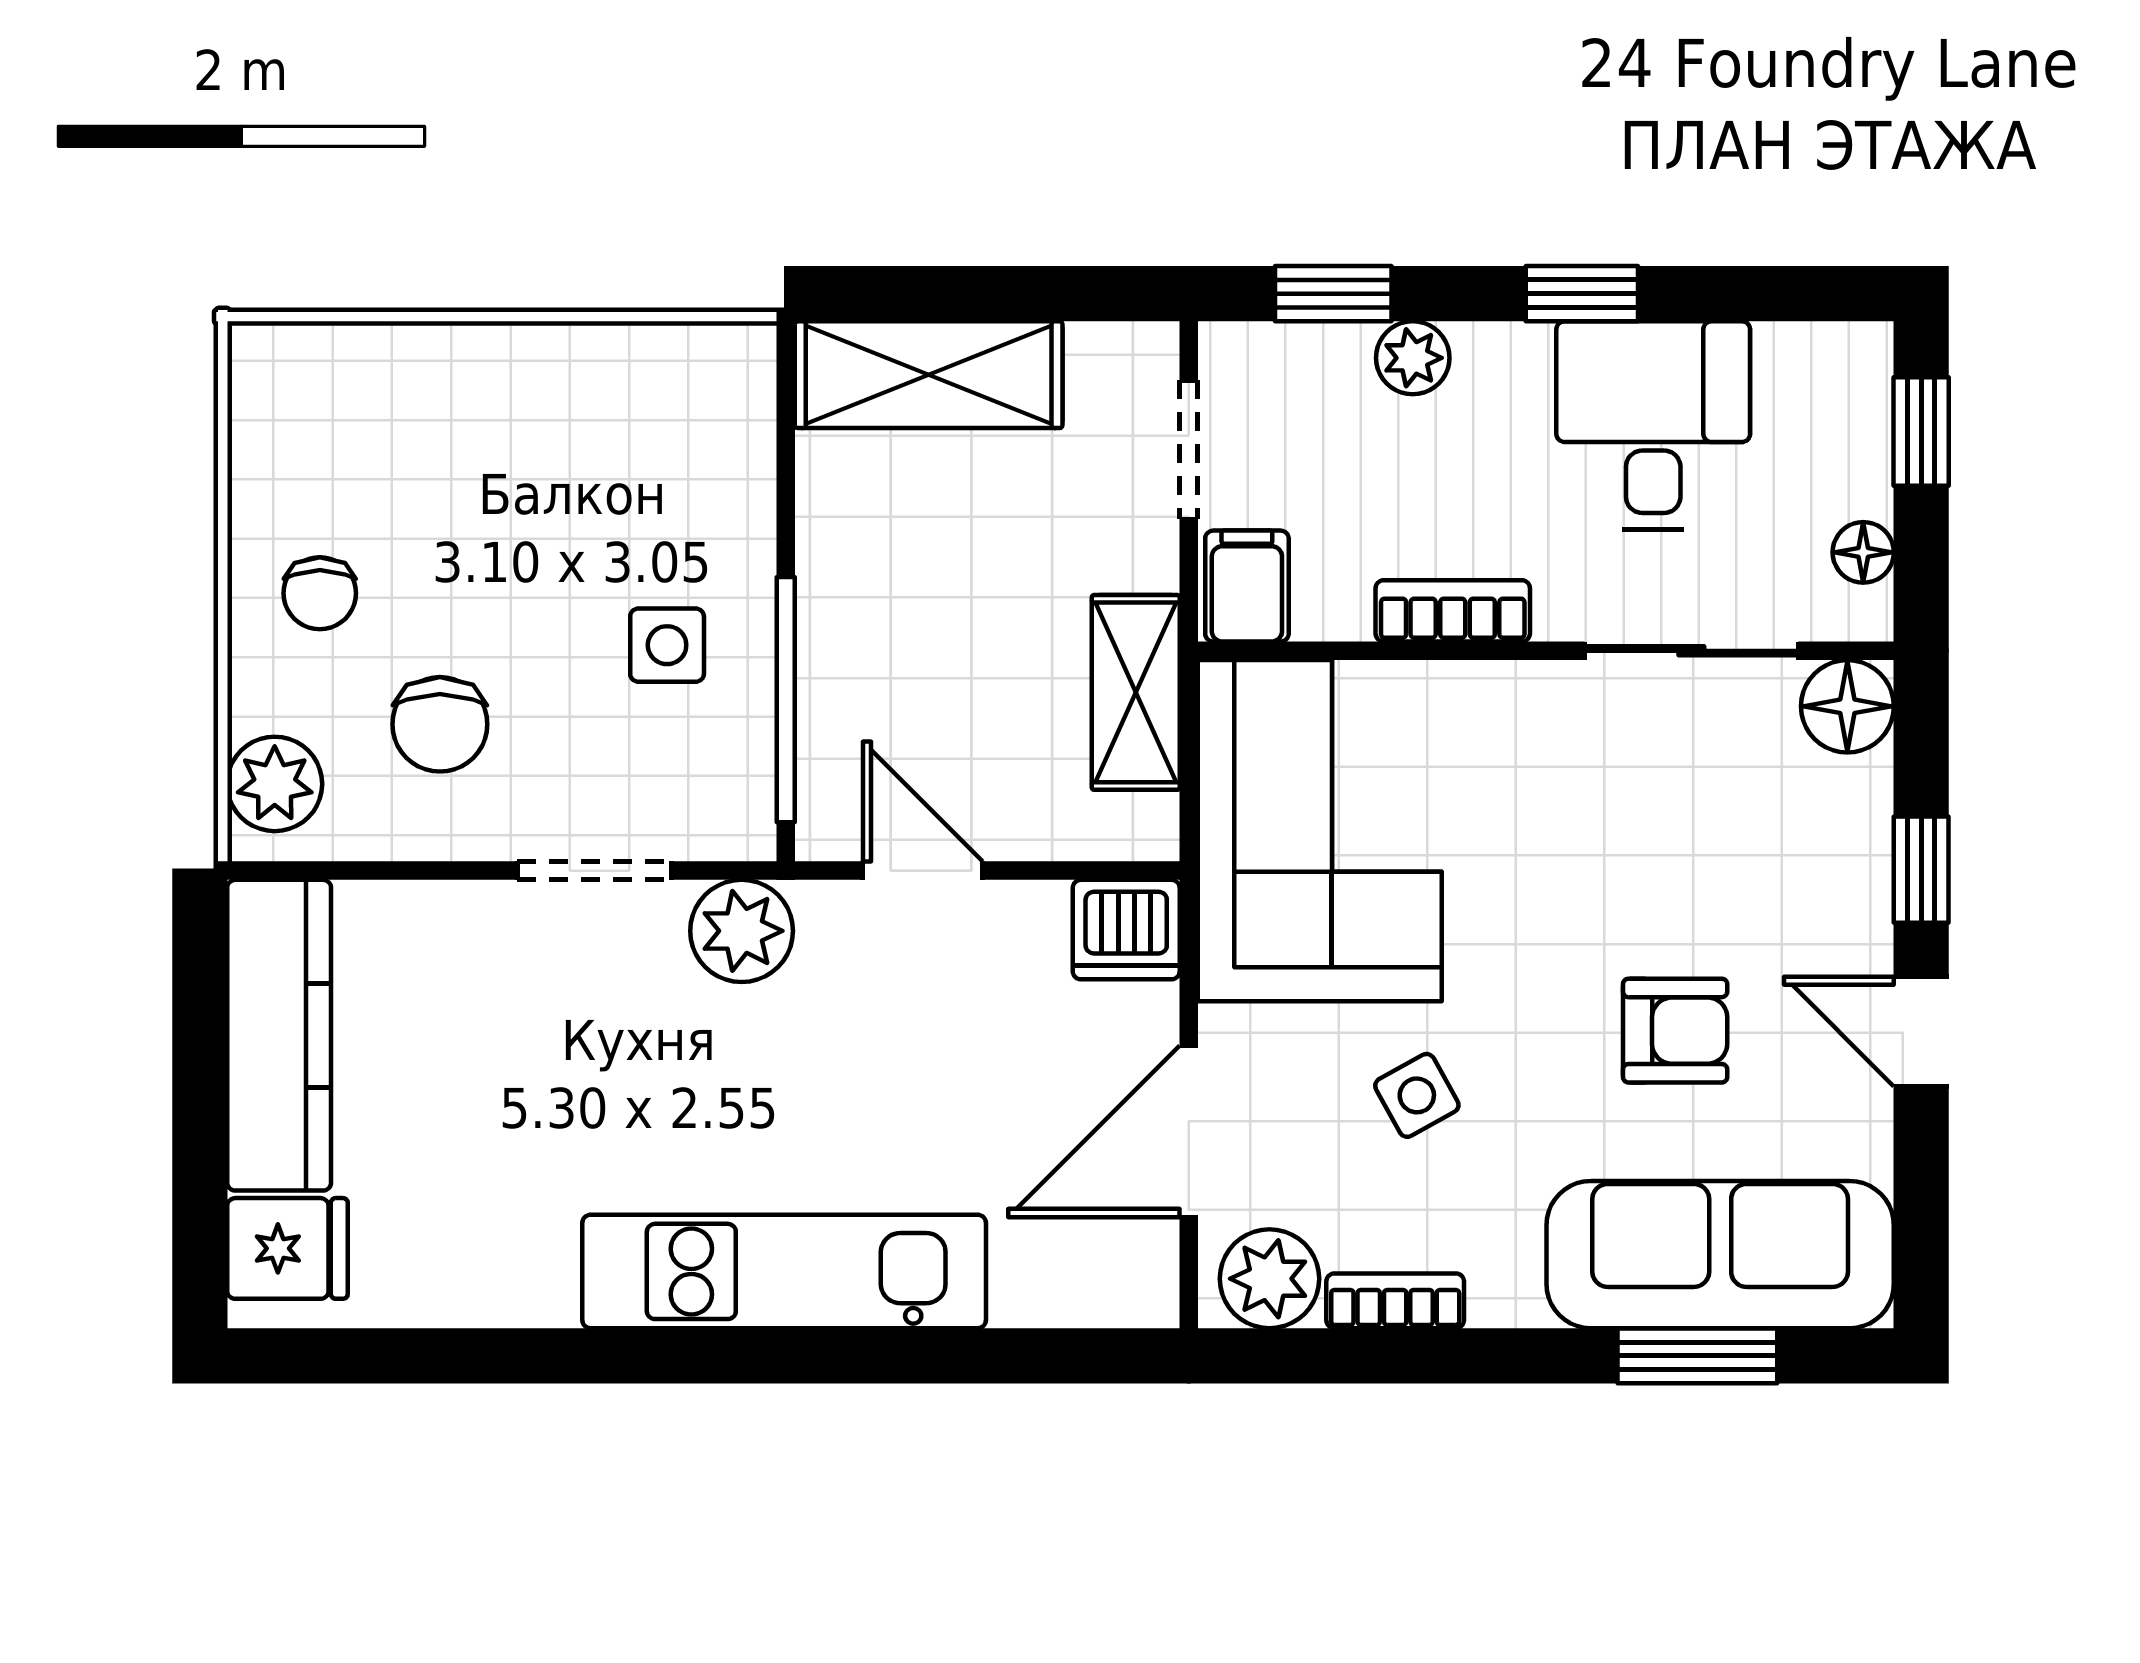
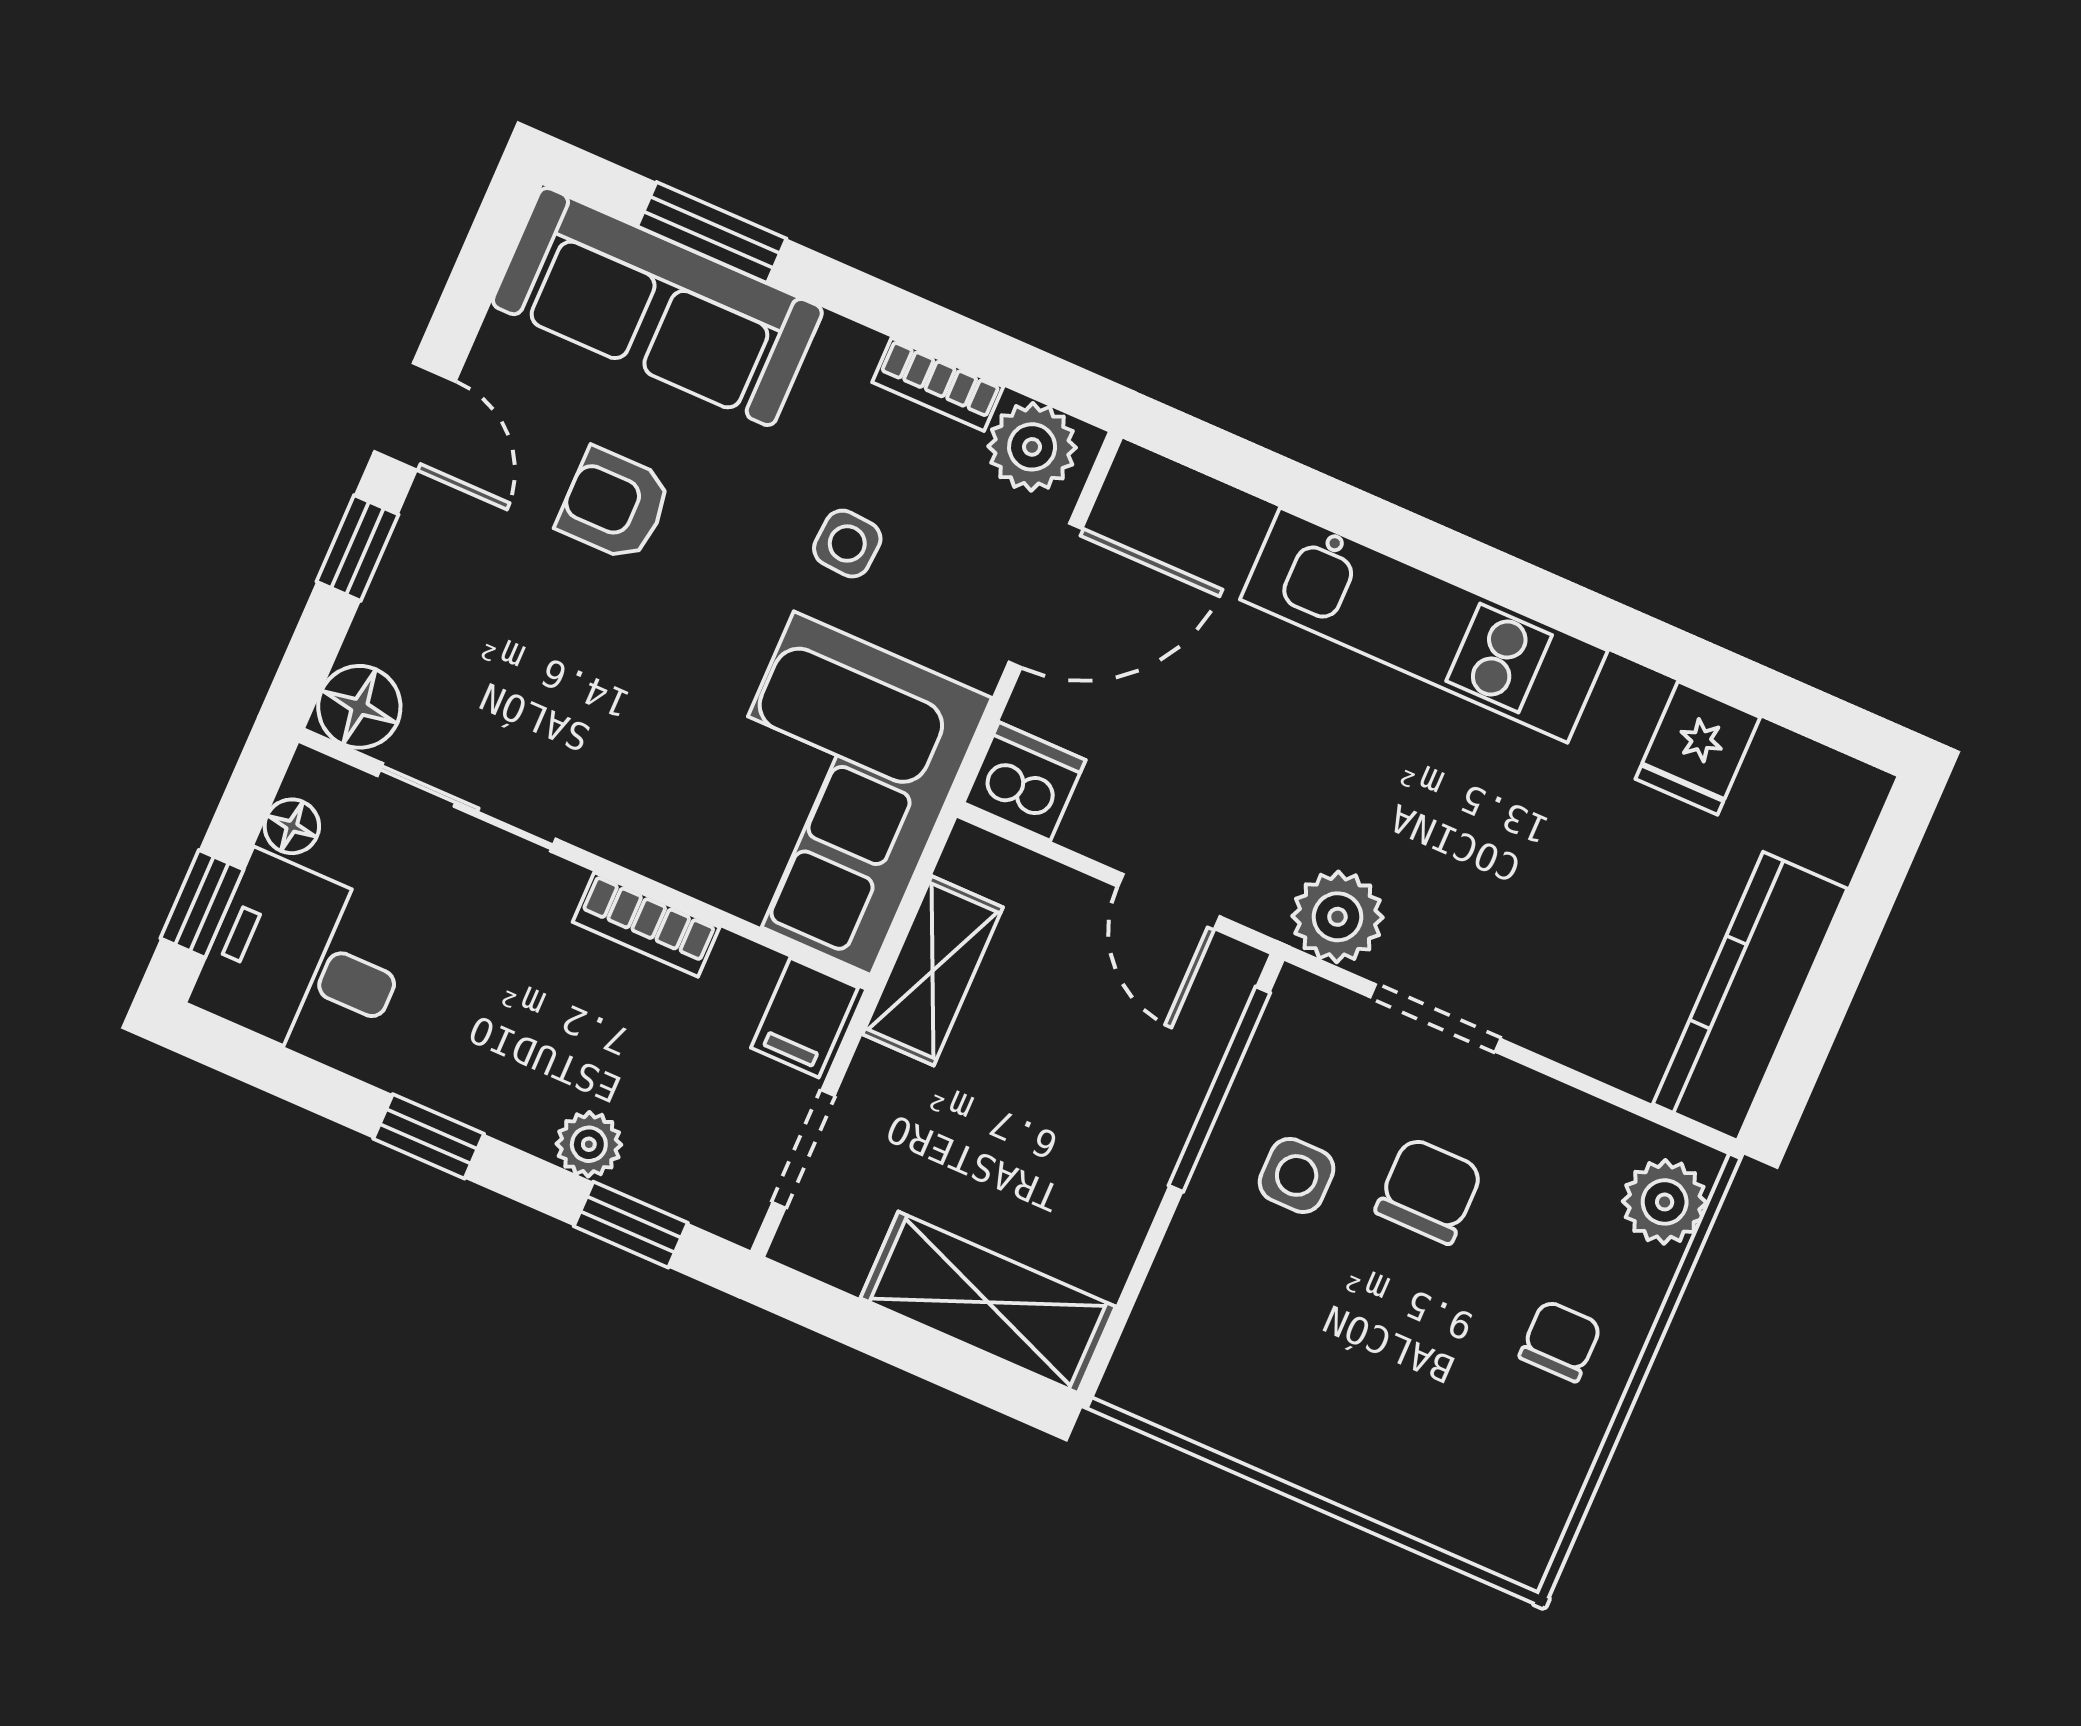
desk: (1653, 425) -> (304, 962), moved, turned 90
chair: (440, 724) -> (1429, 1191), moved
side table: (1417, 1095) -> (847, 544), turned 33
fridge: (288, 1248) -> (1698, 748), moved, turned -90

